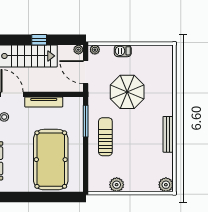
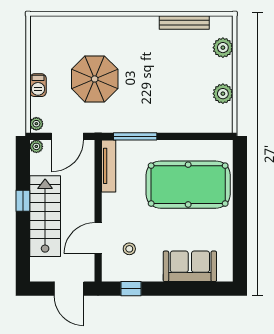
tv unit: (44, 102) -> (109, 166), moved
bench: (168, 134) -> (184, 23), moved
sun lounger: (105, 137) -> (157, 109), removed
plant: (166, 185) -> (223, 48), moved

